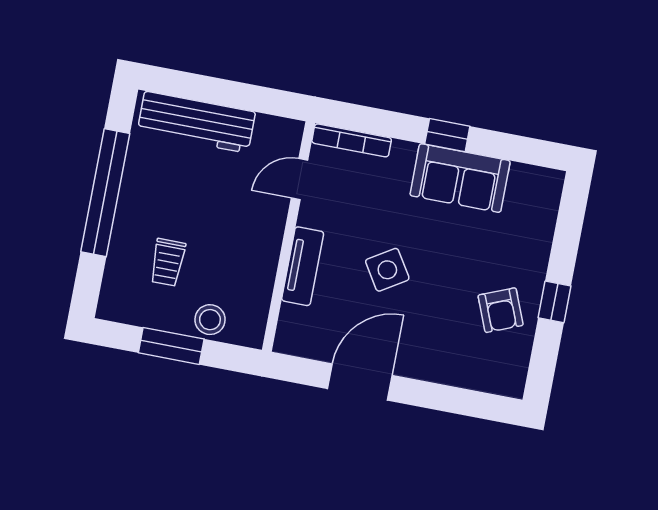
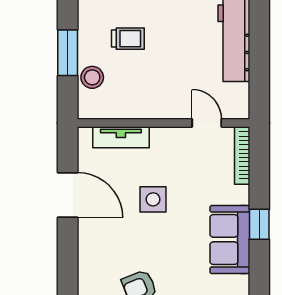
trolley: (168, 262) -> (128, 39), turned 180
tv unit: (303, 266) -> (121, 137), moved
side table: (387, 270) -> (153, 199), turned 32

